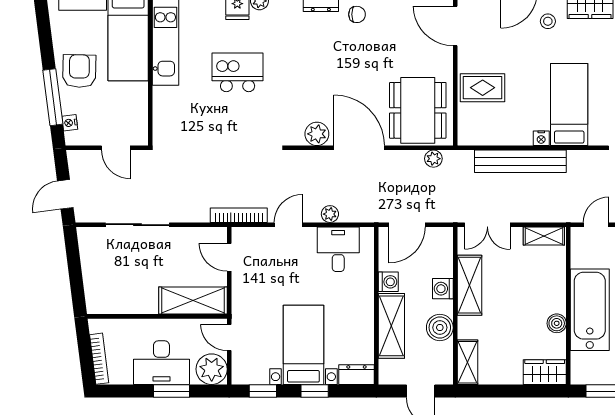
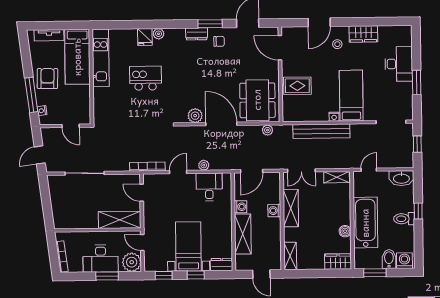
boiler: (440, 328) -> (273, 235), removed

